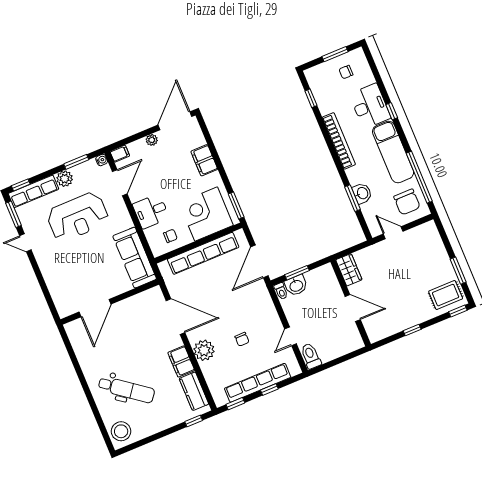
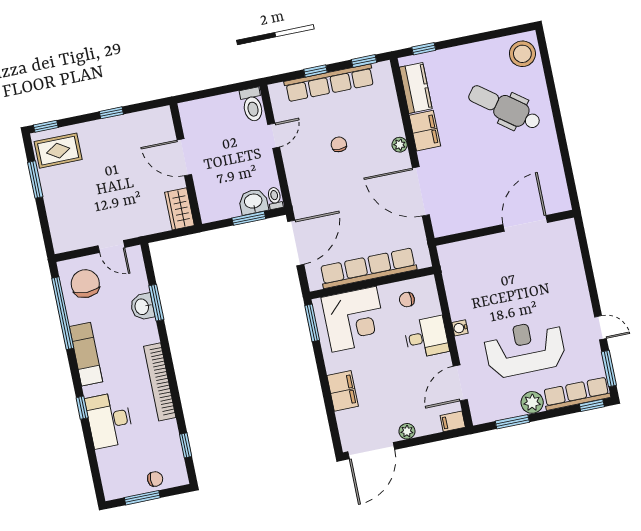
chair: (346, 72) -> (155, 479), moved
exam couch: (393, 152) -> (86, 354), width x0.73, depth x0.69
water cooler: (102, 160) -> (460, 328), moved
sofa: (135, 258) -> (460, 280), removed
plant: (204, 350) -> (400, 145), width x0.53, depth x0.53

